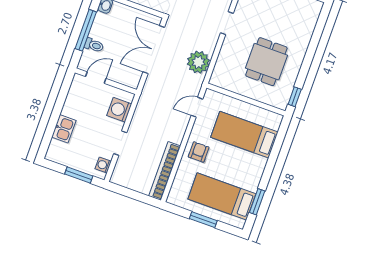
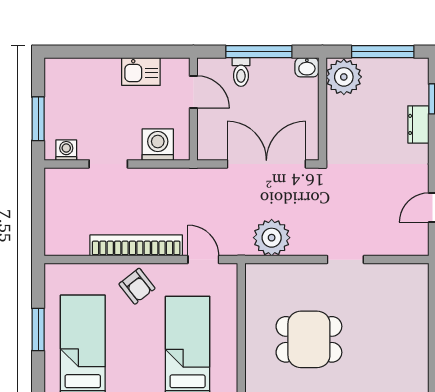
kitchen sink: (64, 129) -> (141, 72), moved
armchair: (199, 152) -> (137, 286), turned 52
bookcase: (165, 171) -> (136, 245), moved

